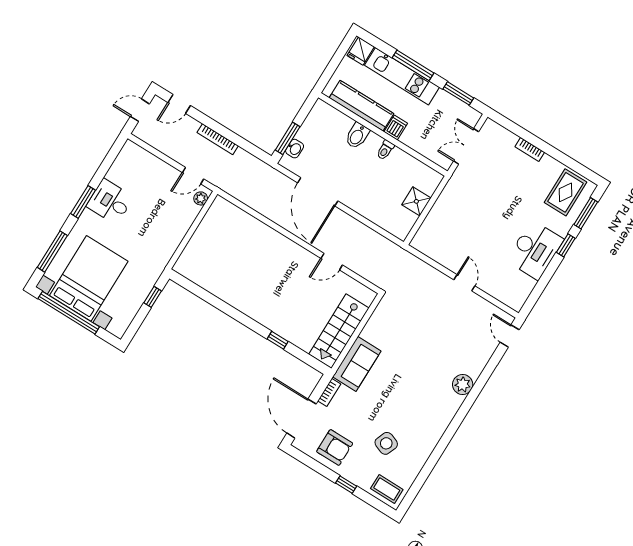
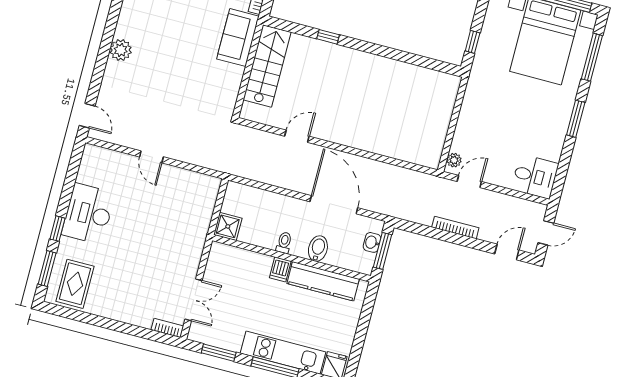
kitchen counter: (361, 106) -> (323, 281), moved
dishwasher: (396, 128) -> (280, 269), moved
wall: (383, 134) -> (292, 258), moved
bidet: (357, 136) -> (318, 249), moved
bookcase: (530, 149) -> (167, 328), moved
toilet: (385, 150) -> (284, 243), moved
desk: (110, 202) -> (535, 176), moved

